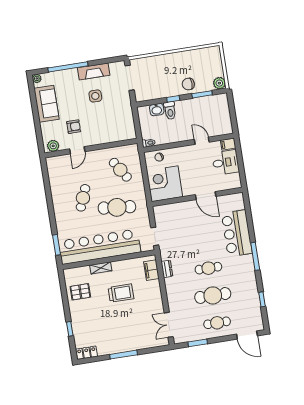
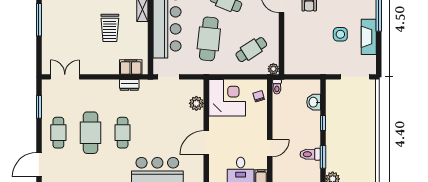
chair: (188, 84) -> (337, 143), removed
toilet: (170, 110) -> (310, 154), moved
plant: (134, 148) -> (273, 69), added
plant: (174, 209) -> (196, 103), added

